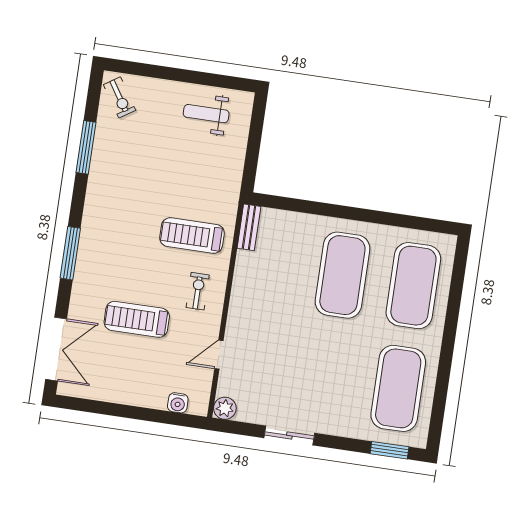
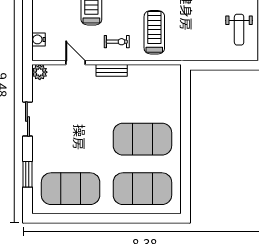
weight bench: (206, 114) -> (239, 30), turned 180
bench: (249, 227) -> (112, 70), moved
window: (390, 450) -> (27, 174), moved

